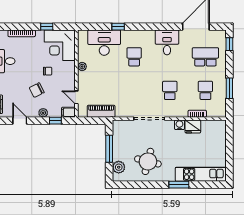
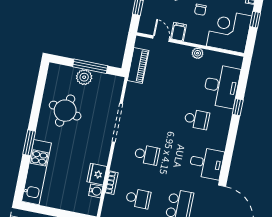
door: (76, 97) -> (161, 39), hinge flipped
filing cabinet: (68, 112) -> (179, 32), moved
water cooler: (179, 125) -> (96, 191), moved
plant: (119, 167) -> (84, 77), moved

